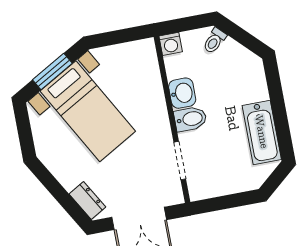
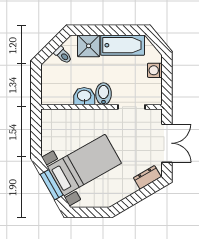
toilet: (215, 41) -> (63, 55), moved
washing machine: (171, 44) -> (155, 70), moved, turned 180
shower: (252, 86) -> (89, 46), added

